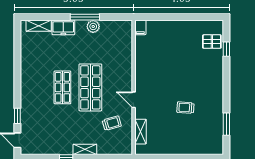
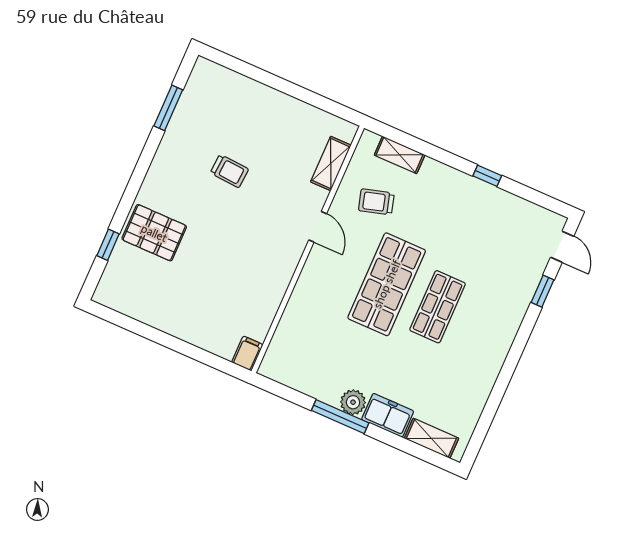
plant: (93, 26) -> (353, 402), moved
pallet: (212, 42) -> (154, 233), moved, width x1.50, depth x1.42
shelving: (85, 149) -> (400, 155), moved

